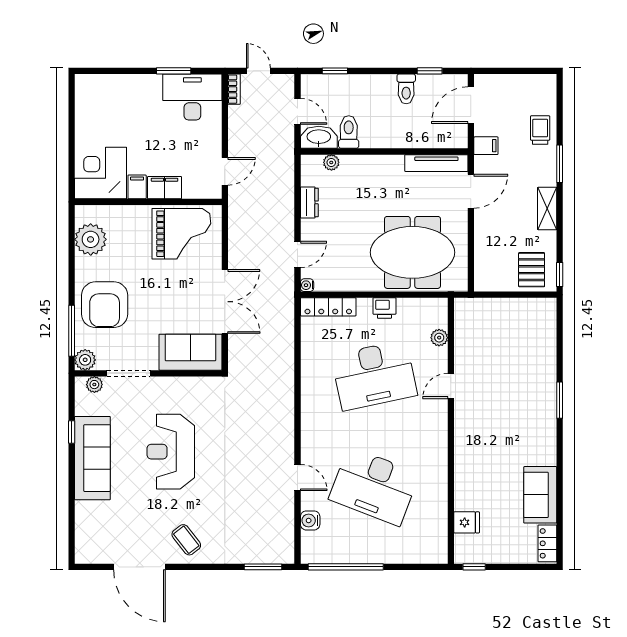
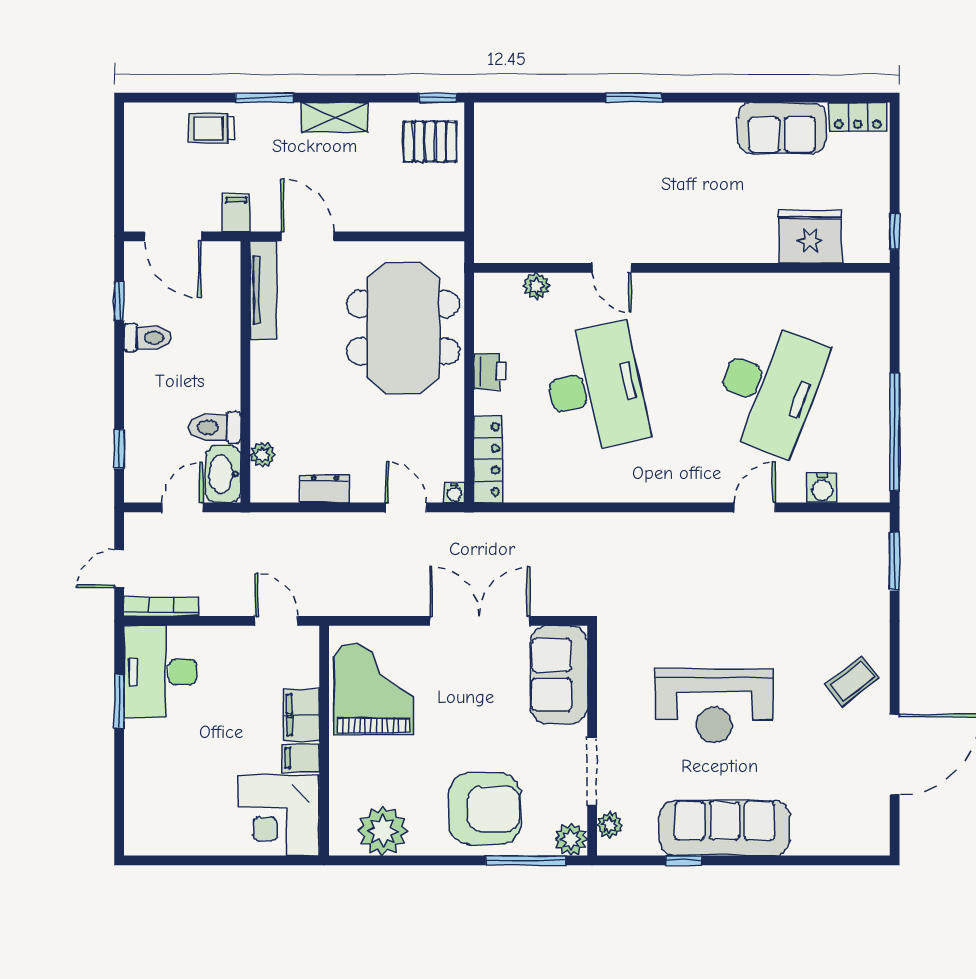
bookcase: (234, 89) -> (161, 607), width x1.56
fridge: (467, 522) -> (810, 237), width x1.88, depth x1.34

